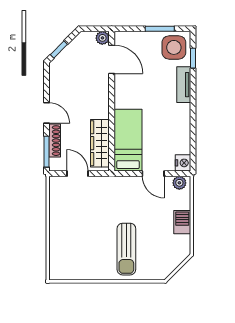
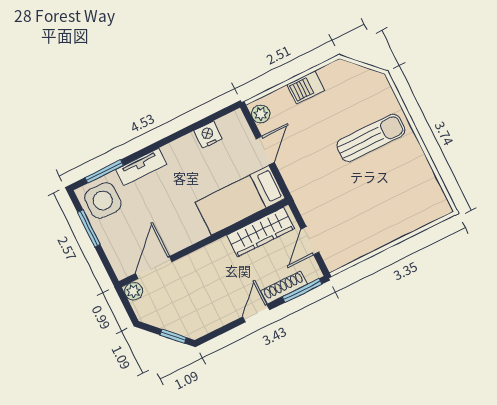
window: (193, 58) -> (104, 171), width x1.50
nightstand: (183, 163) -> (208, 135), moved

